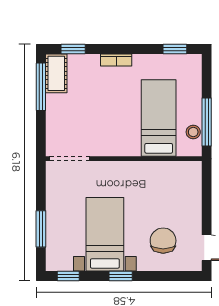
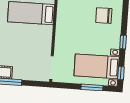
bed with nightstands: (105, 234) -> (97, 66), moved

